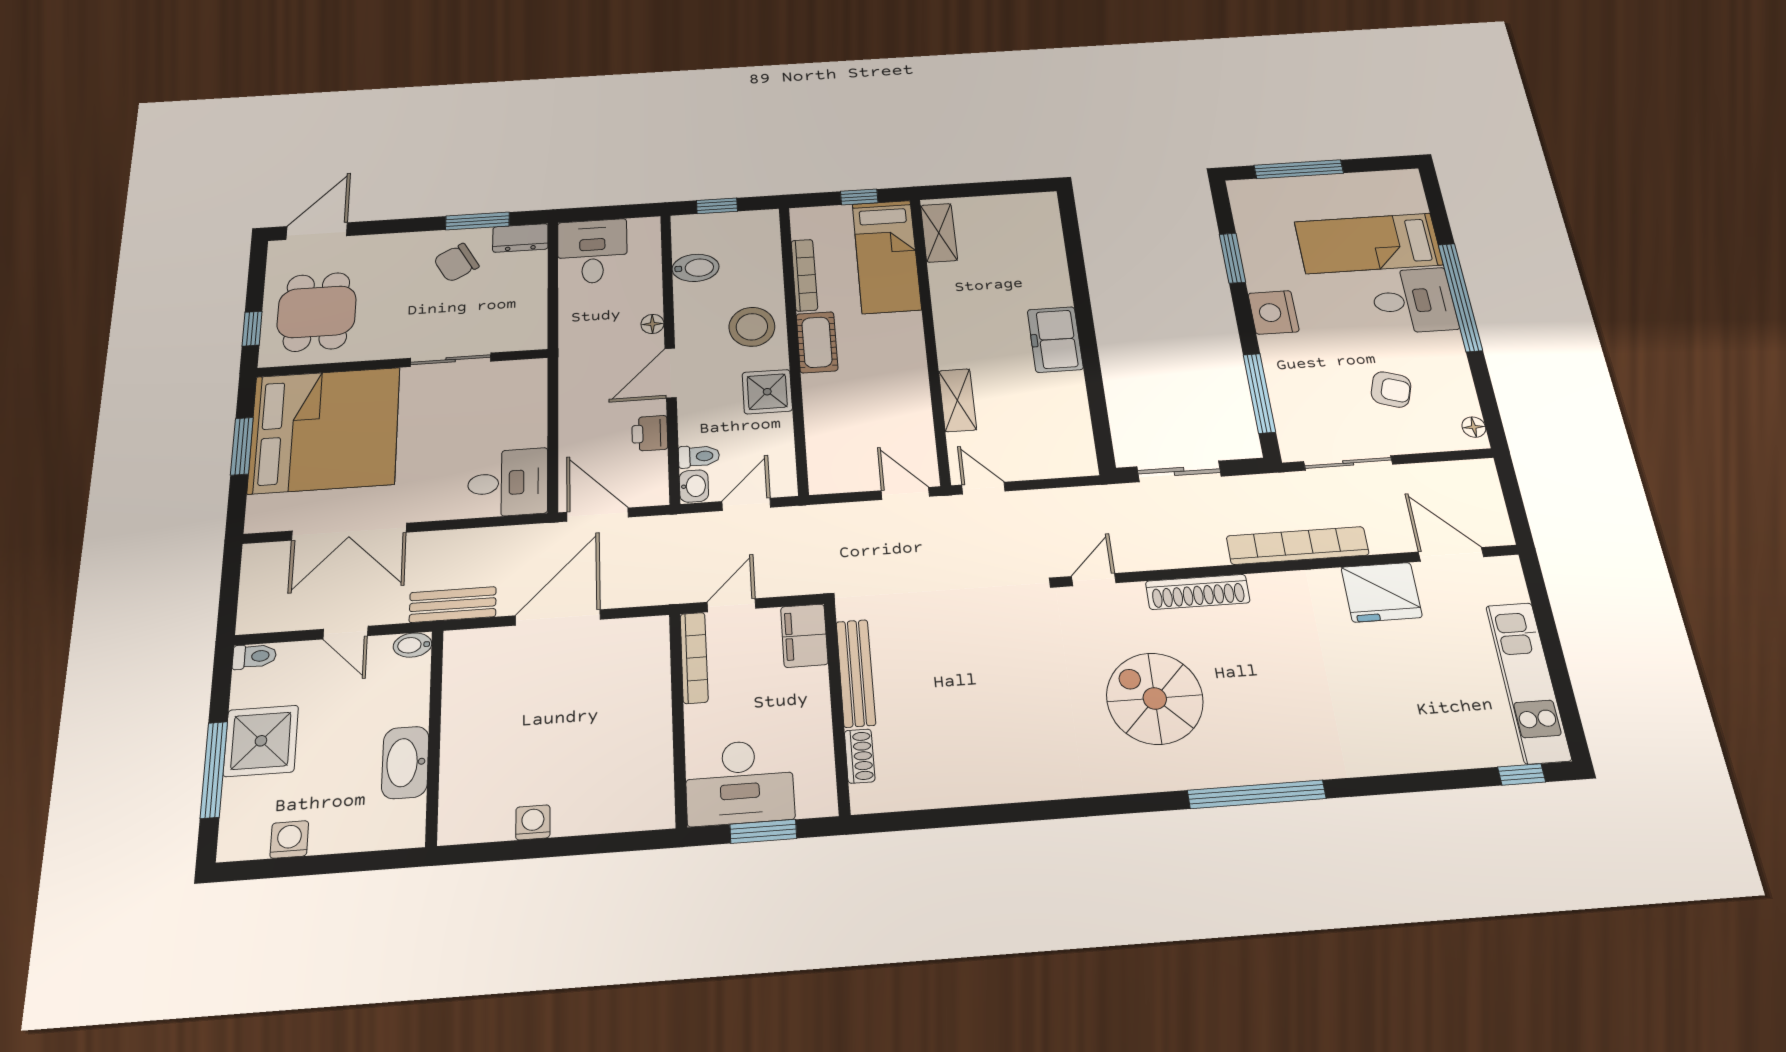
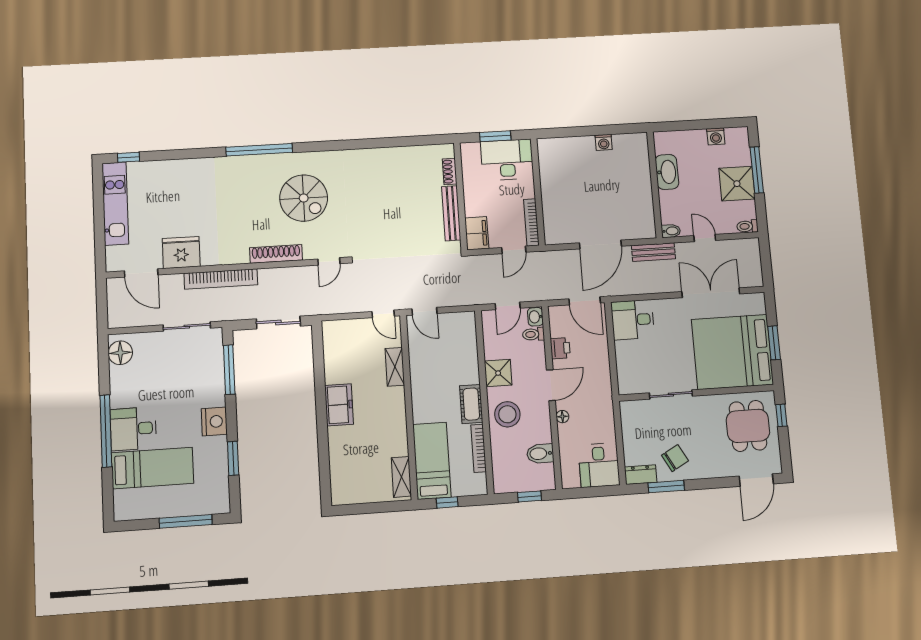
armchair: (1391, 389) -> (156, 371), removed
floor lamp: (1474, 427) -> (120, 353), width x1.89, depth x1.89

